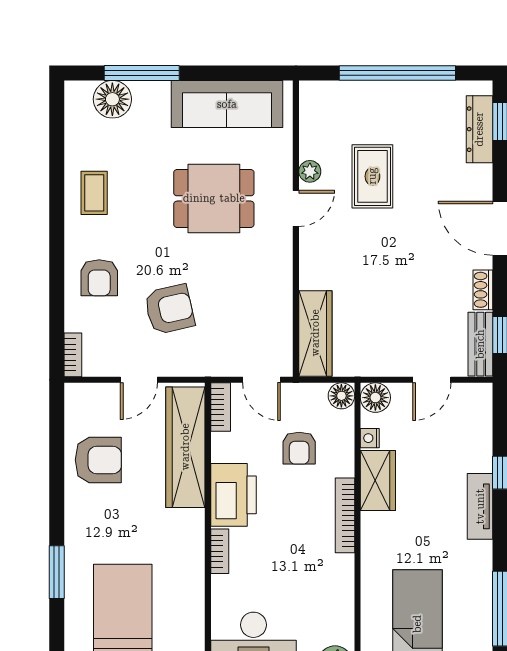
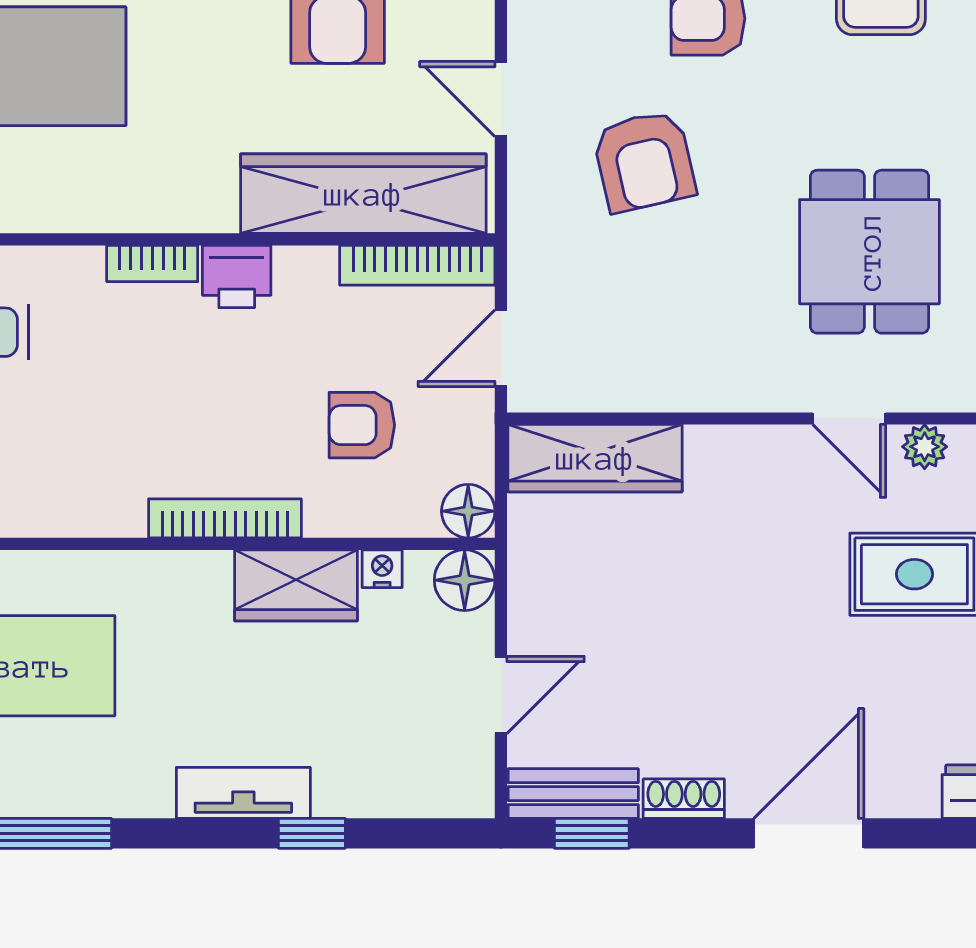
door: (432, 380) -> (501, 695), swing flipped
bookcase: (221, 407) -> (417, 265), width x1.56
printer: (233, 495) -> (237, 277), width x0.53, depth x0.68

